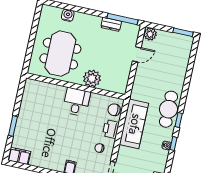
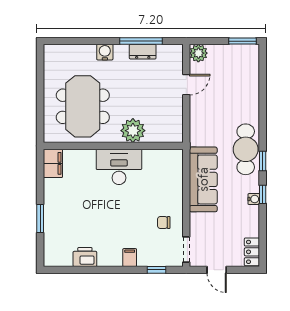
water cooler: (68, 15) -> (105, 52), moved
window: (122, 19) -> (141, 41), moved
desk: (76, 102) -> (119, 167), width x1.37
chair: (114, 110) -> (172, 166), removed
printer: (111, 129) -> (85, 257), moved, turned 90
filing cabinet: (19, 156) -> (53, 163), moved, turned 90

